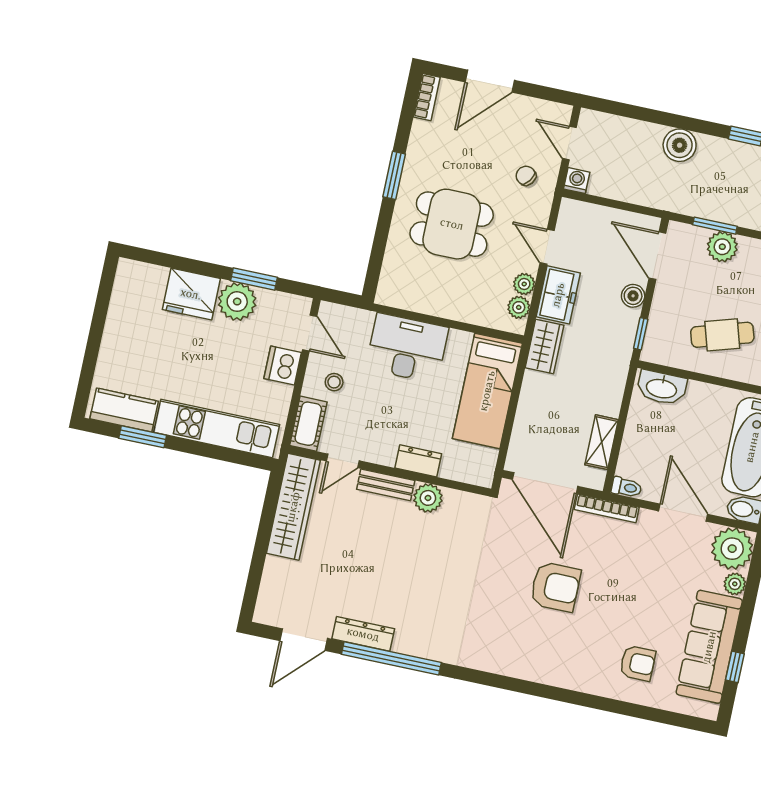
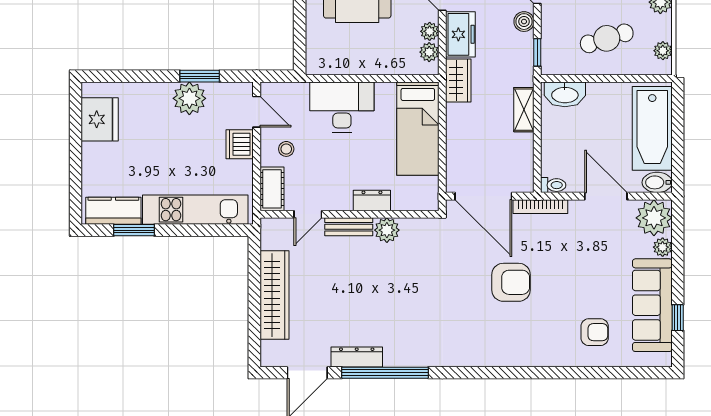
fridge: (191, 294) -> (100, 119), moved, turned -90
shelving: (602, 442) -> (524, 110), moved
wardrobe: (293, 507) -> (274, 295), moved

